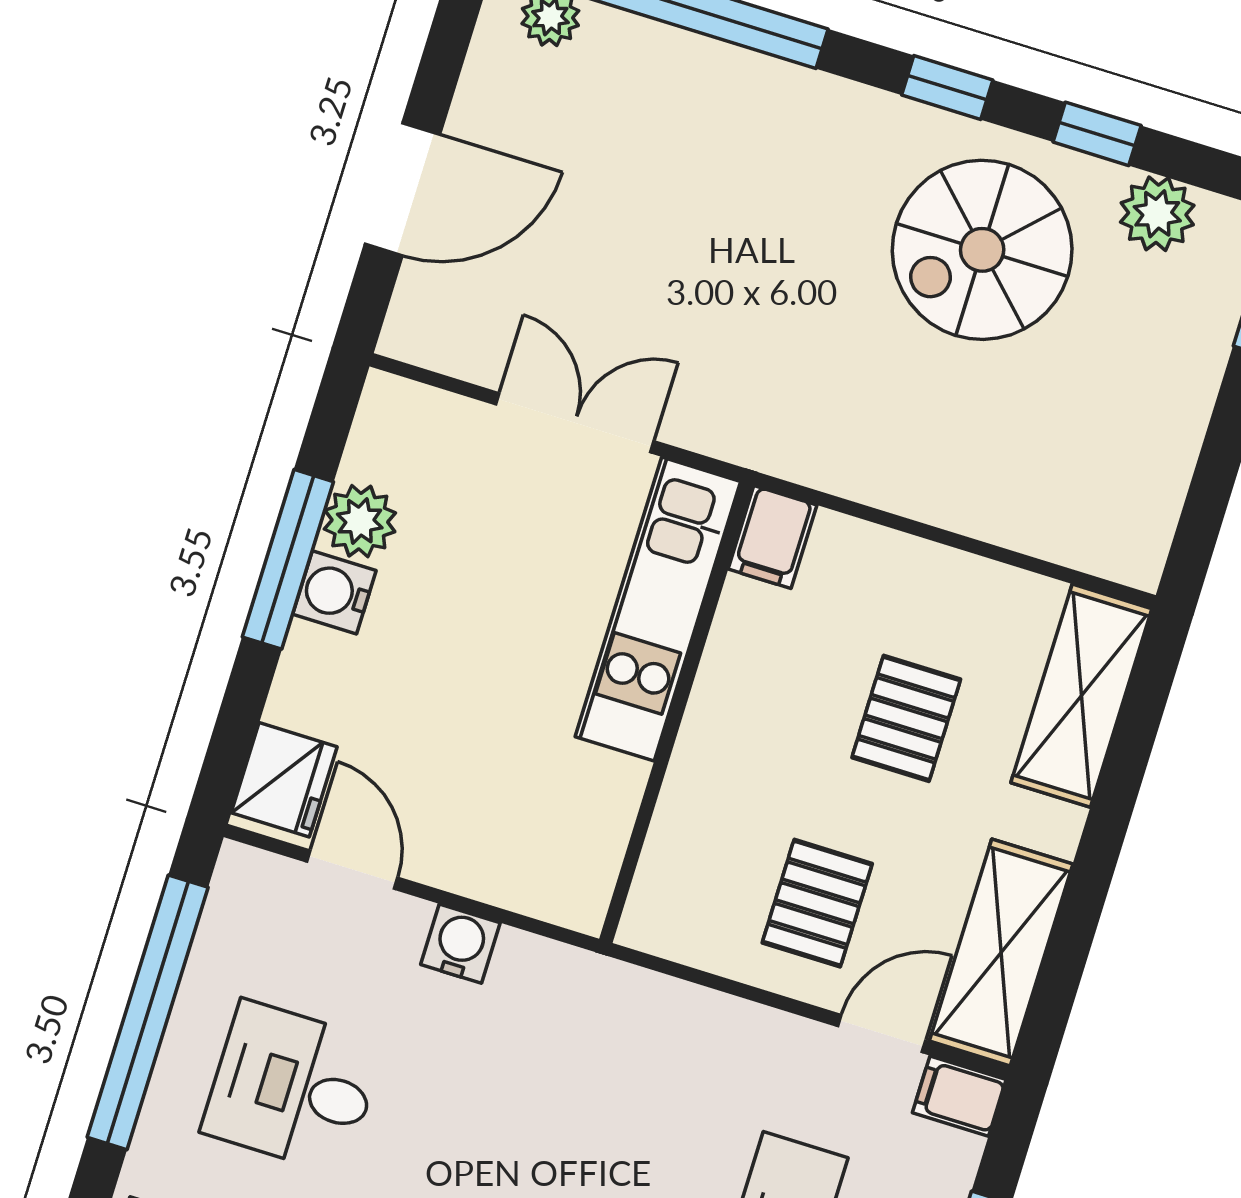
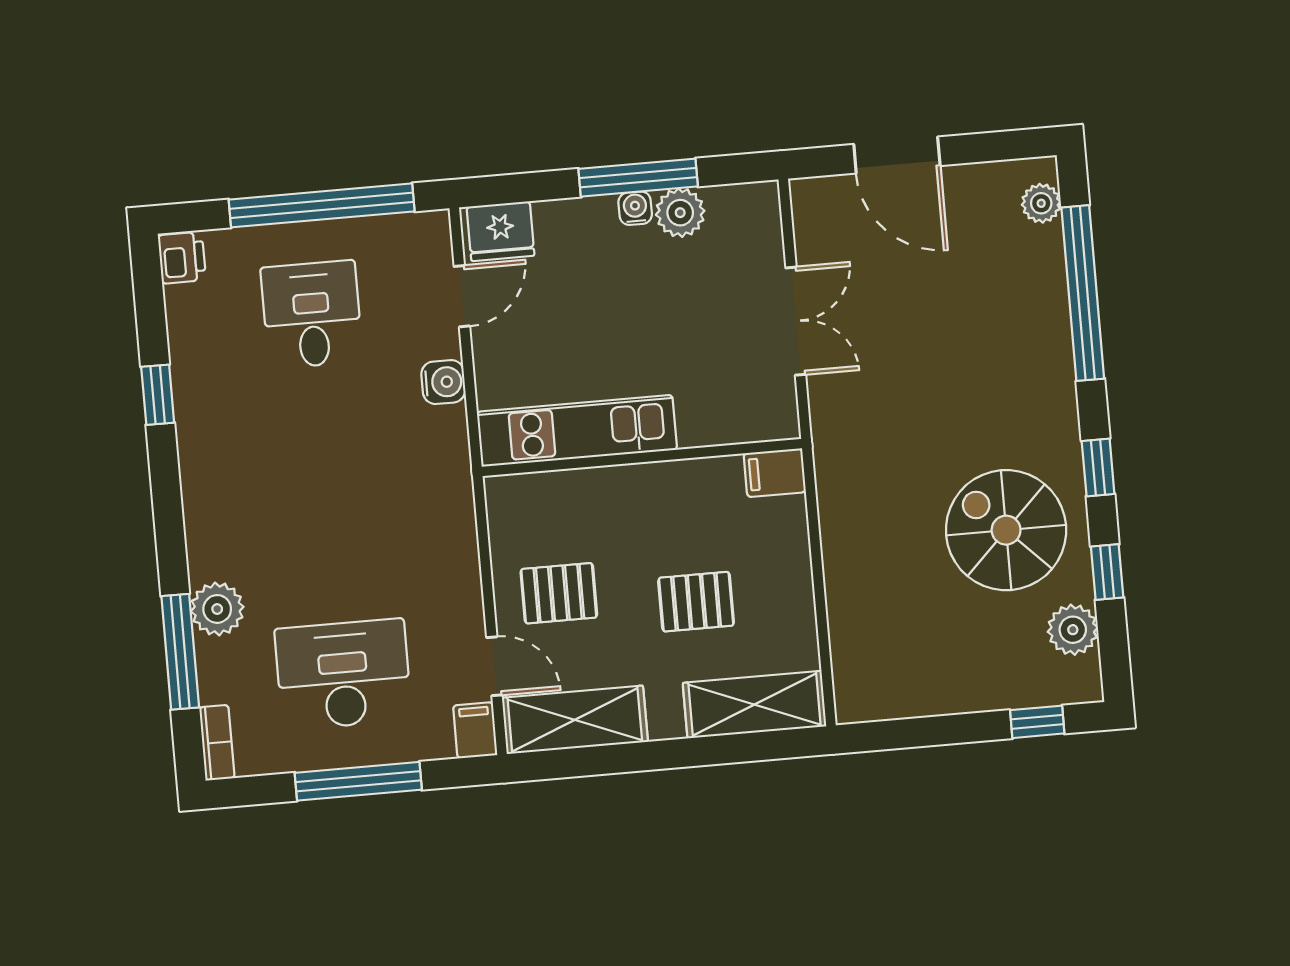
water cooler: (334, 592) -> (635, 208), width x0.72, depth x0.72
kitchen unit: (658, 609) -> (577, 431), moved

